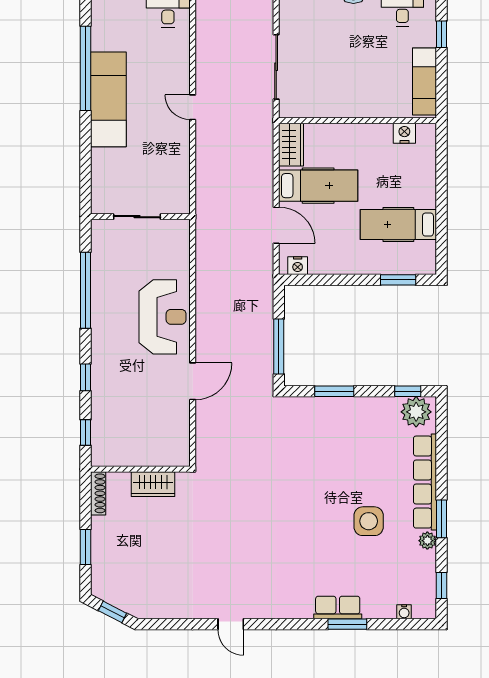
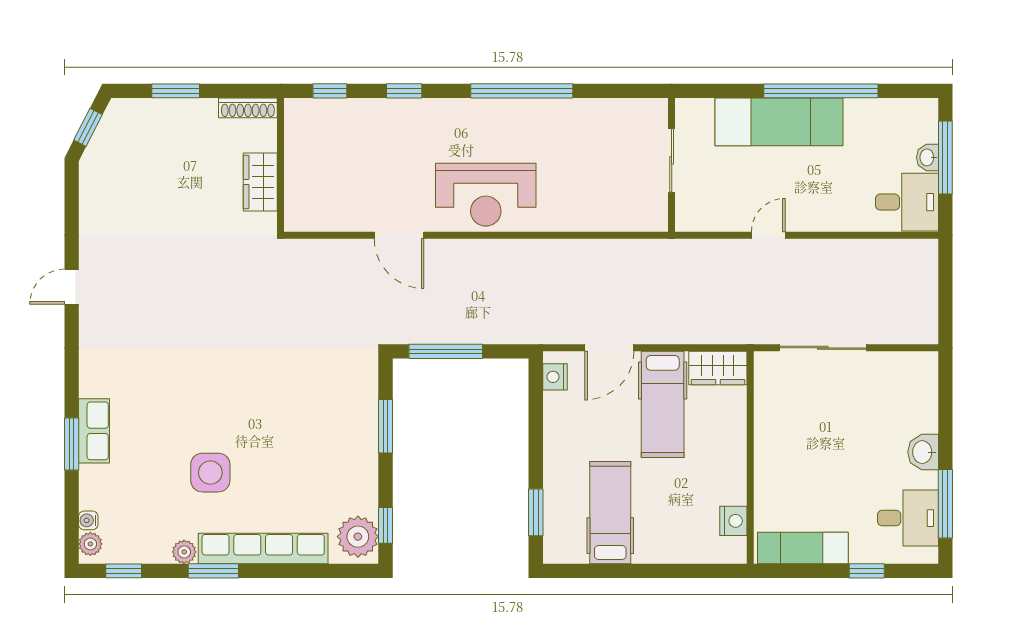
sliding door: (137, 217) -> (672, 160), moved
wall: (140, 217) -> (672, 165), moved
plant: (422, 610) -> (90, 544), added

